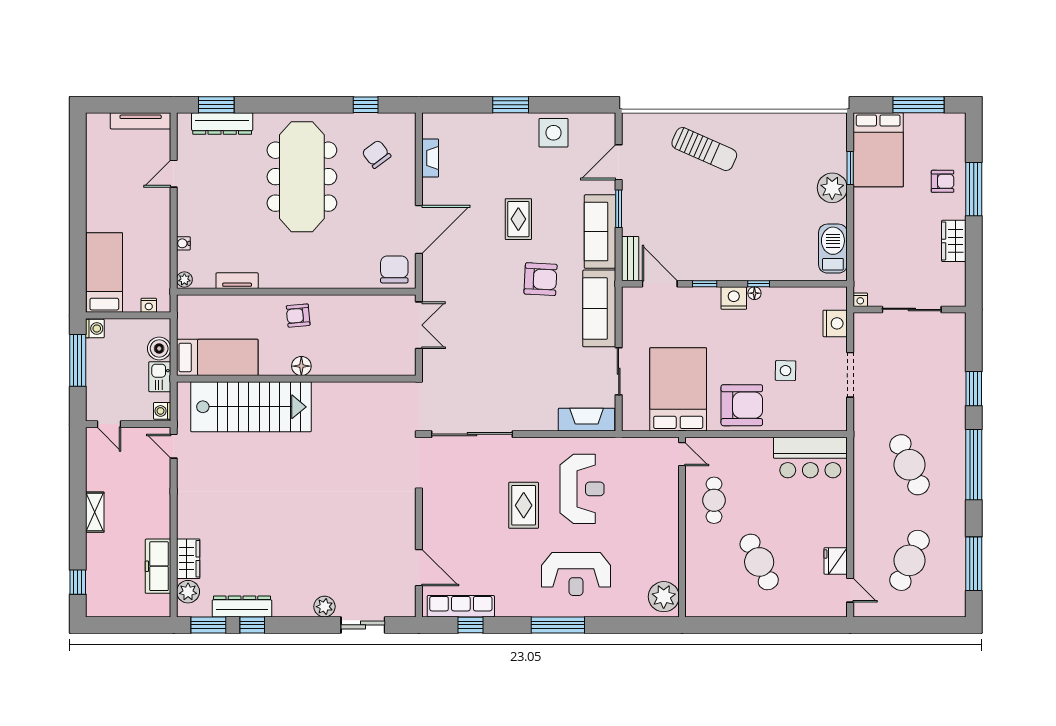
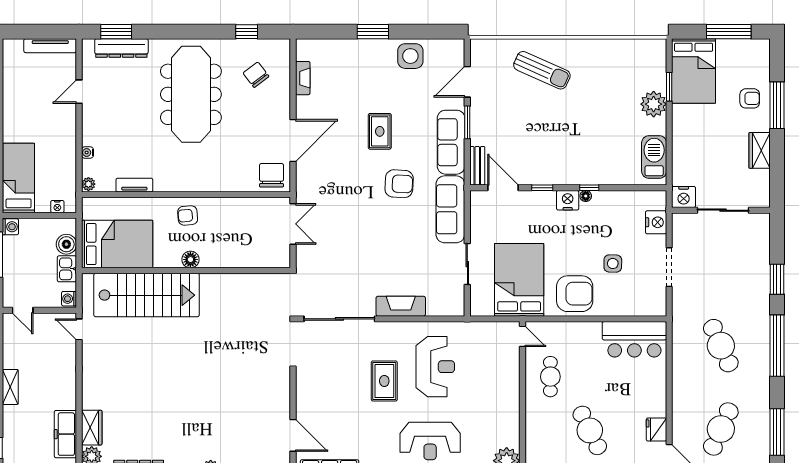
nightstand: (860, 300) -> (684, 197), width x1.89, depth x1.79
bed: (217, 357) -> (117, 244), width x1.50
fireplace: (587, 420) -> (401, 306), moved

